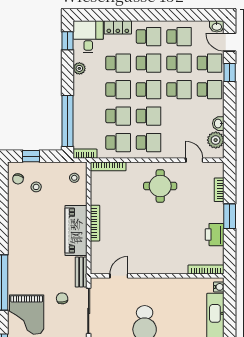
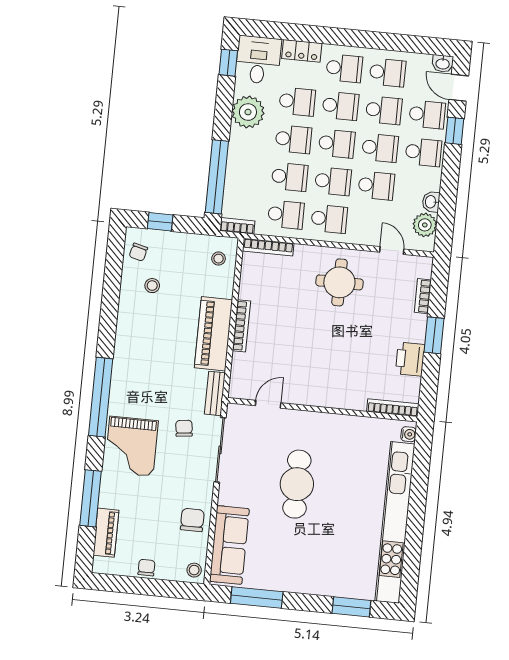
plant: (79, 68) -> (248, 112), width x1.88, depth x1.88
school desk: (179, 116) -> (376, 186), added
stool: (36, 187) -> (152, 286), moved

